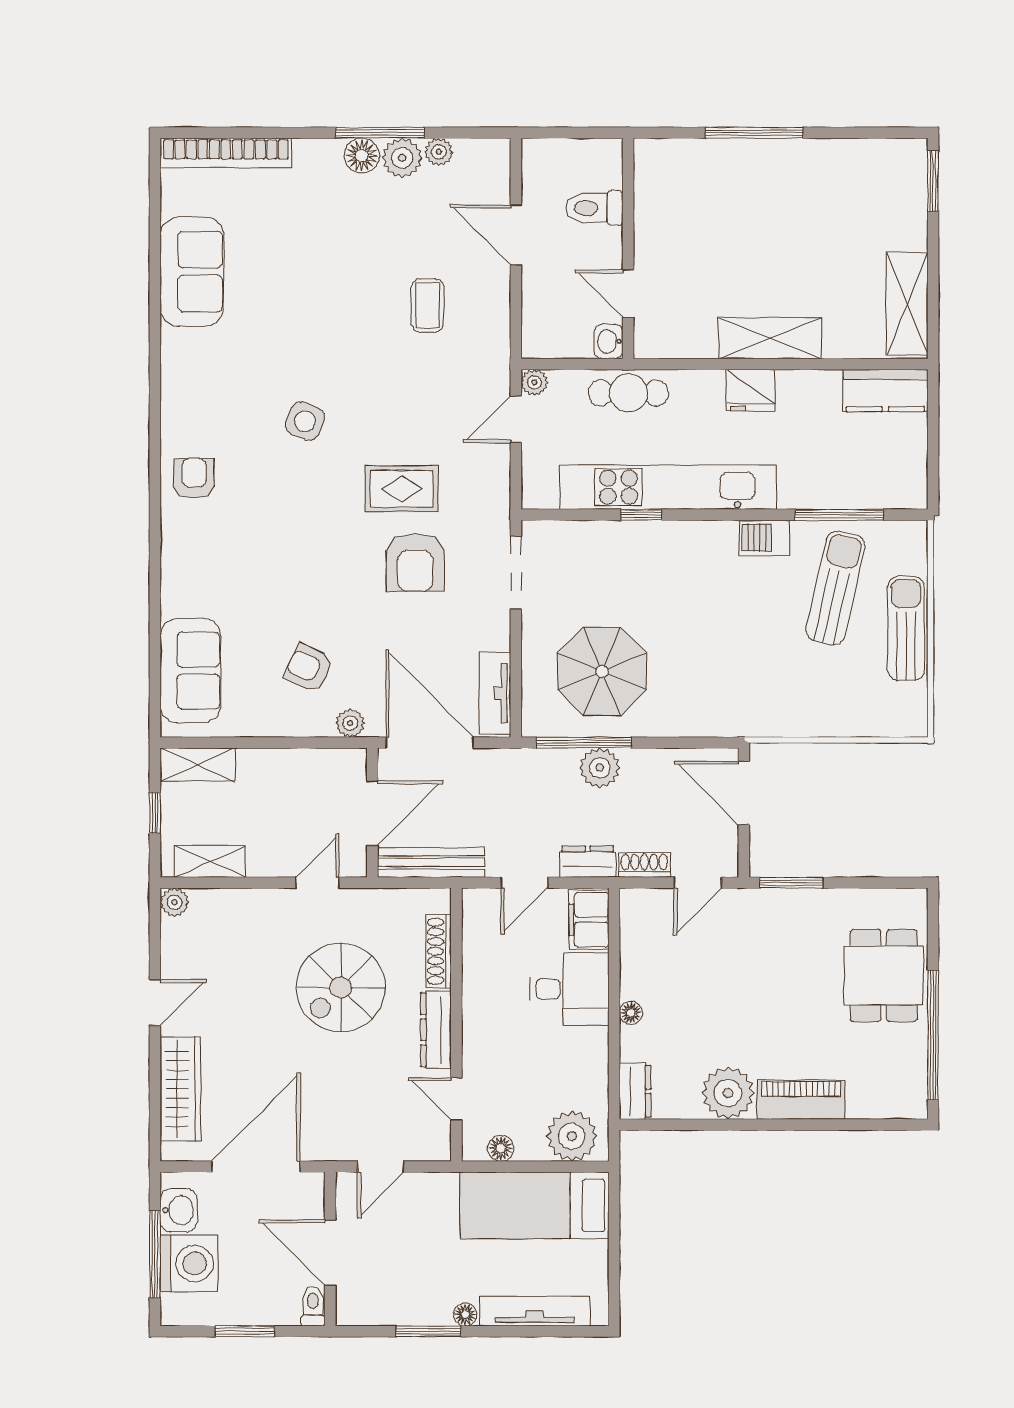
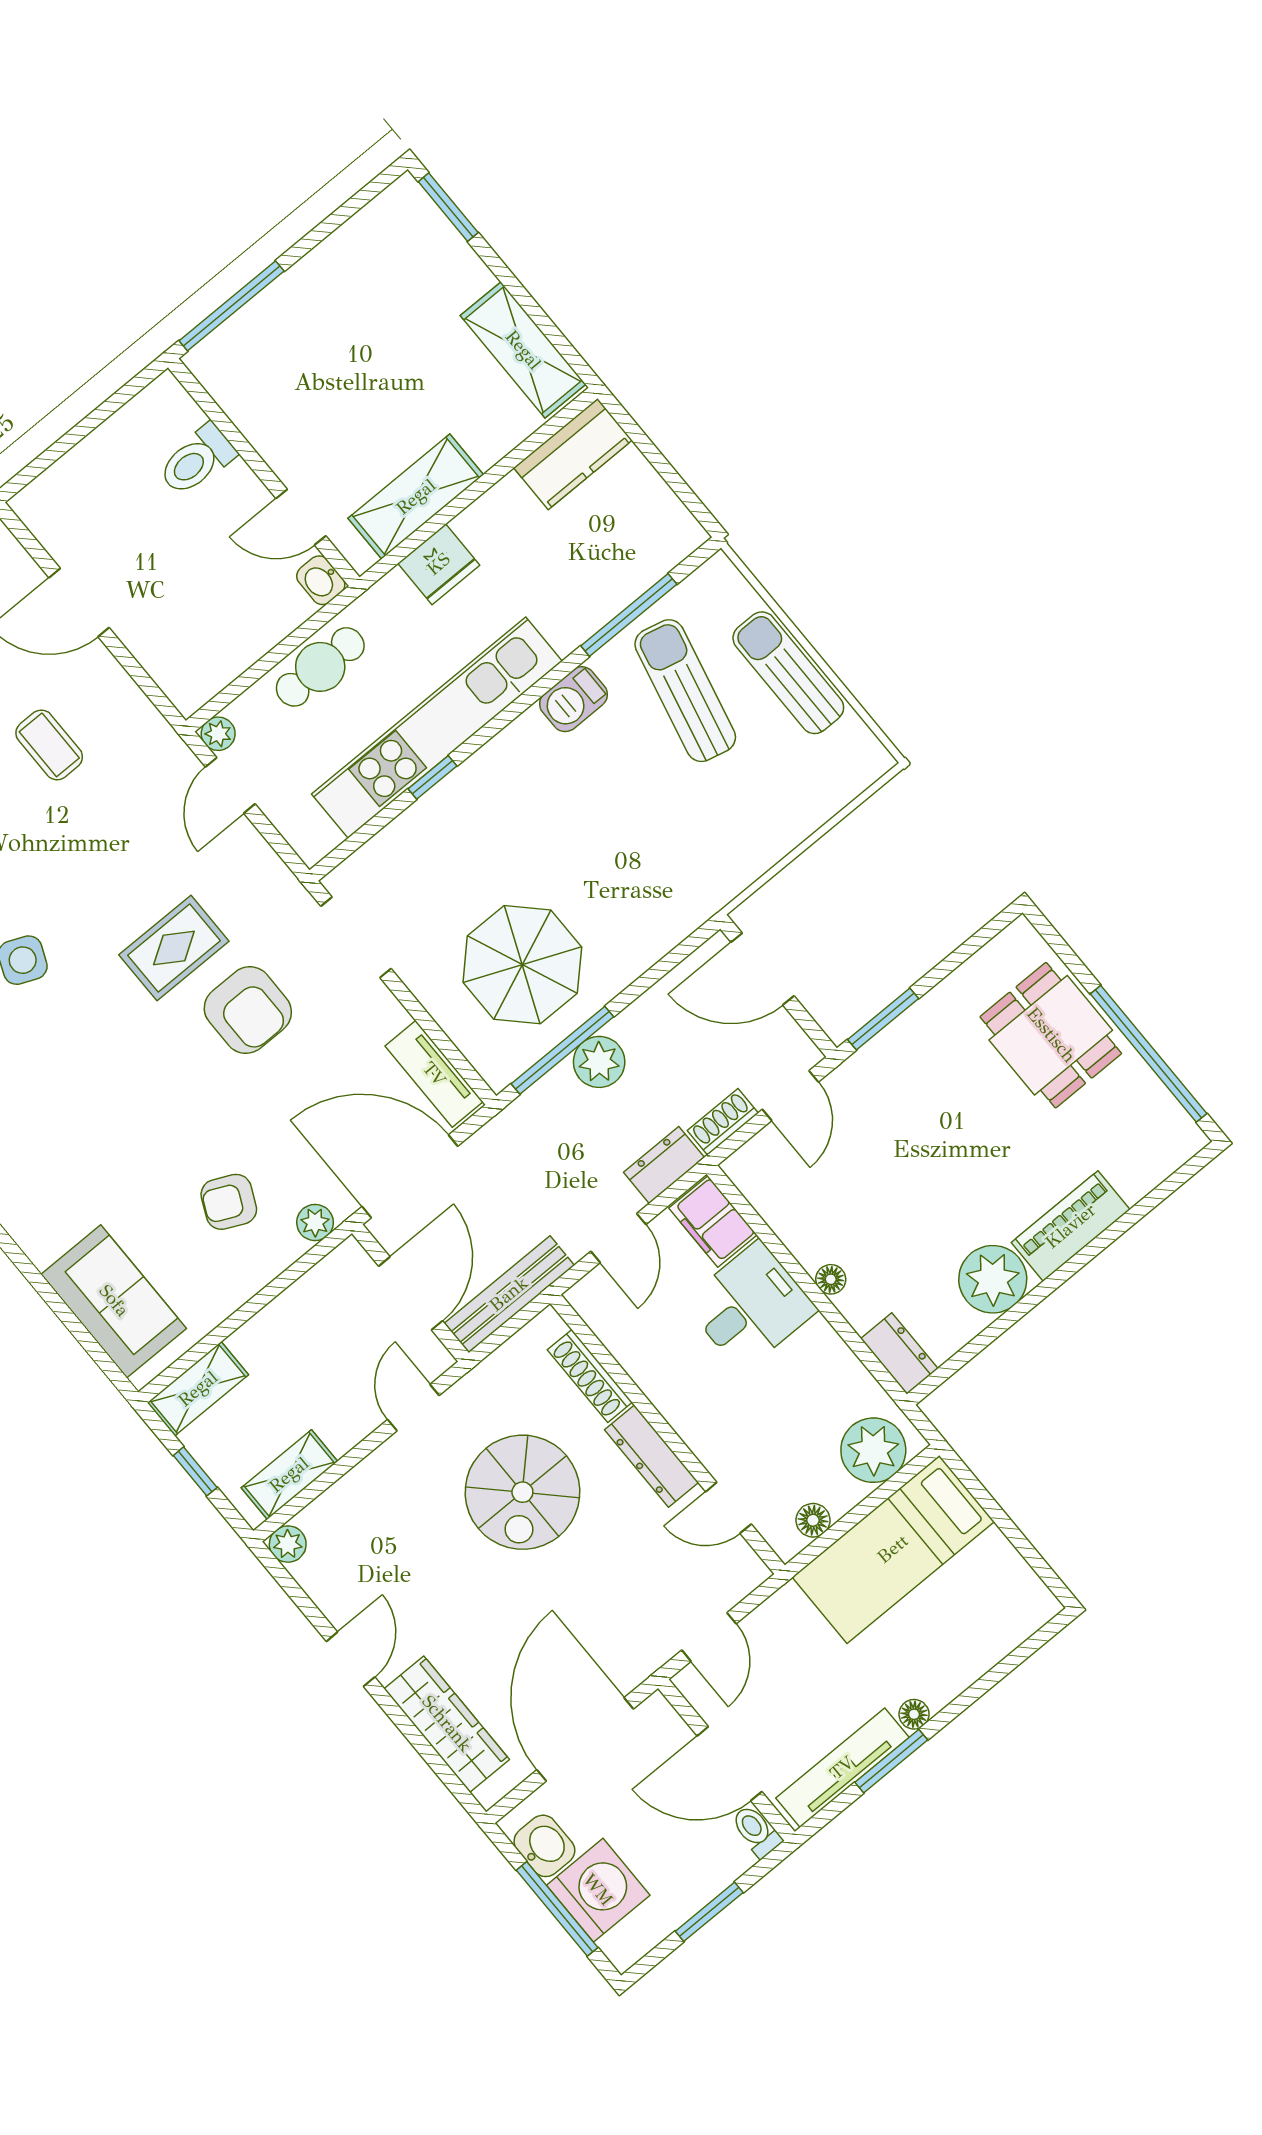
toilet: (594, 208) -> (197, 460), moved
wall: (628, 248) -> (264, 472), moved
door: (628, 294) -> (301, 517), moved
washbasin: (609, 341) -> (321, 580), moved
tv unit: (535, 1311) -> (842, 1768), moved

